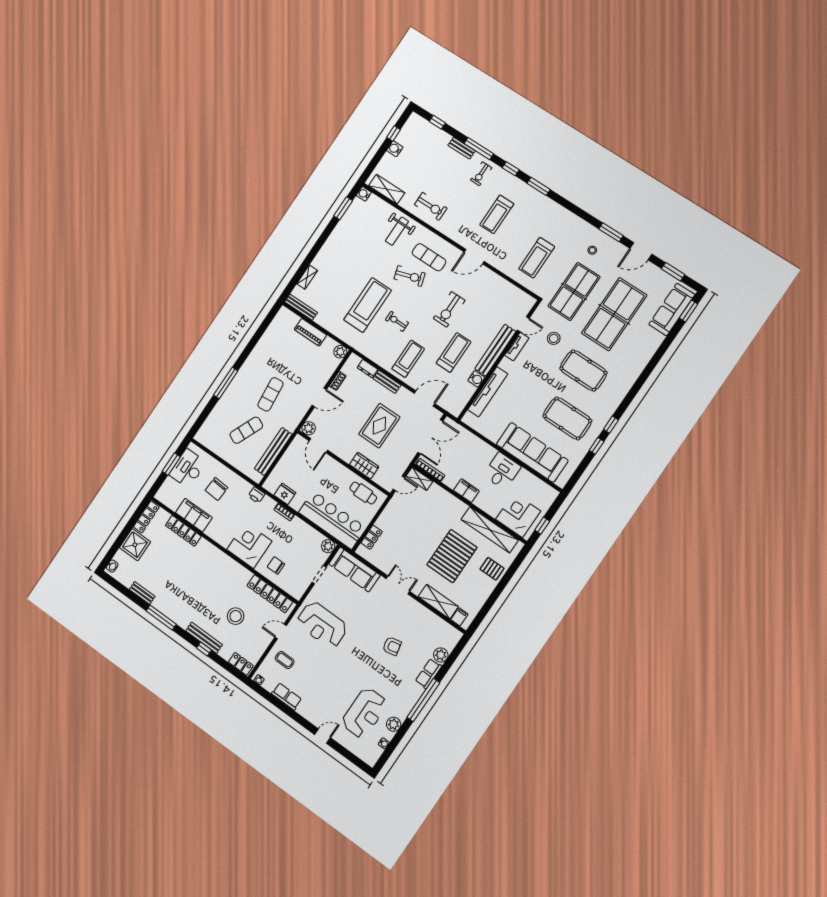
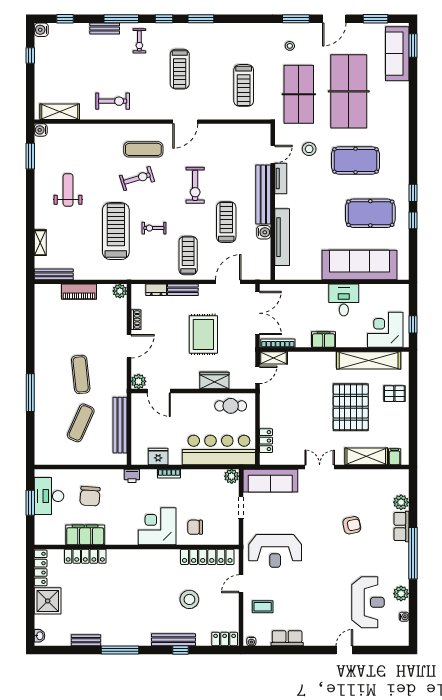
water cooler: (395, 149) -> (41, 30), moved
weight bench: (397, 231) -> (68, 190), moved, turned 180

